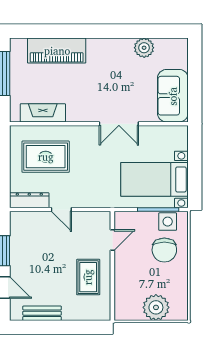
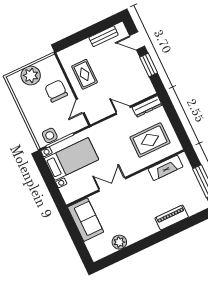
piano: (57, 51) -> (172, 217), width x0.73, depth x0.75
chair: (164, 250) -> (56, 91), moved

